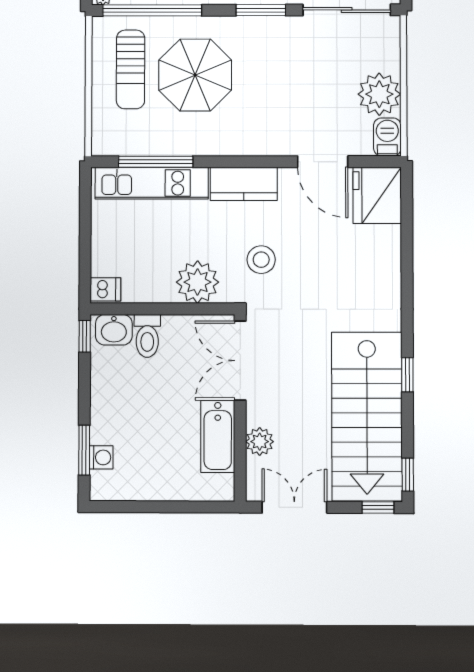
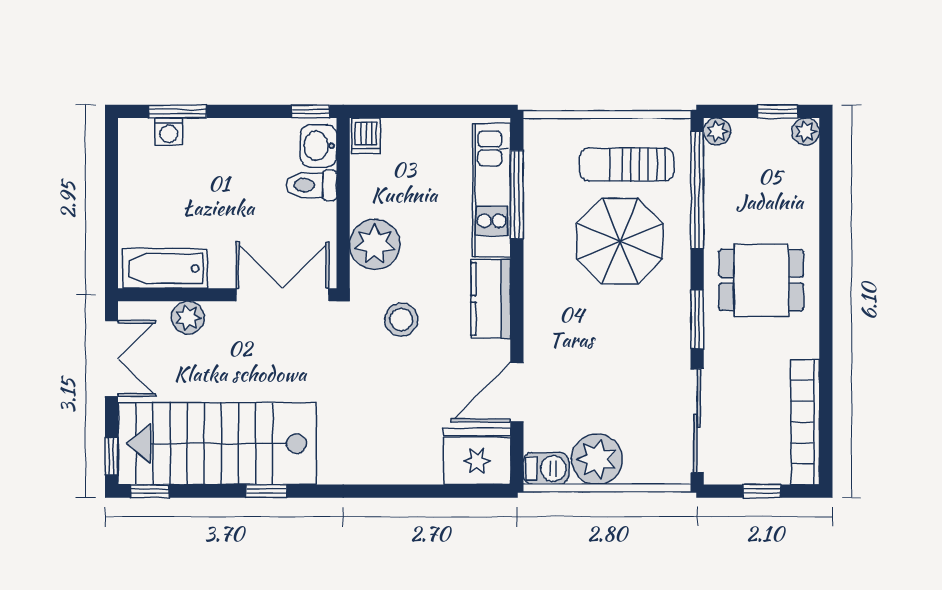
bathtub: (218, 436) -> (165, 268), moved

